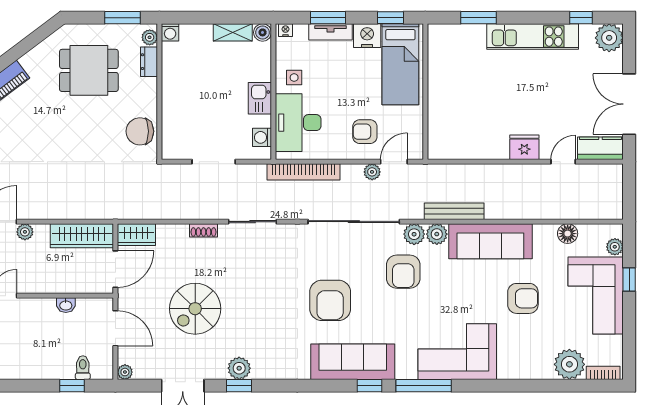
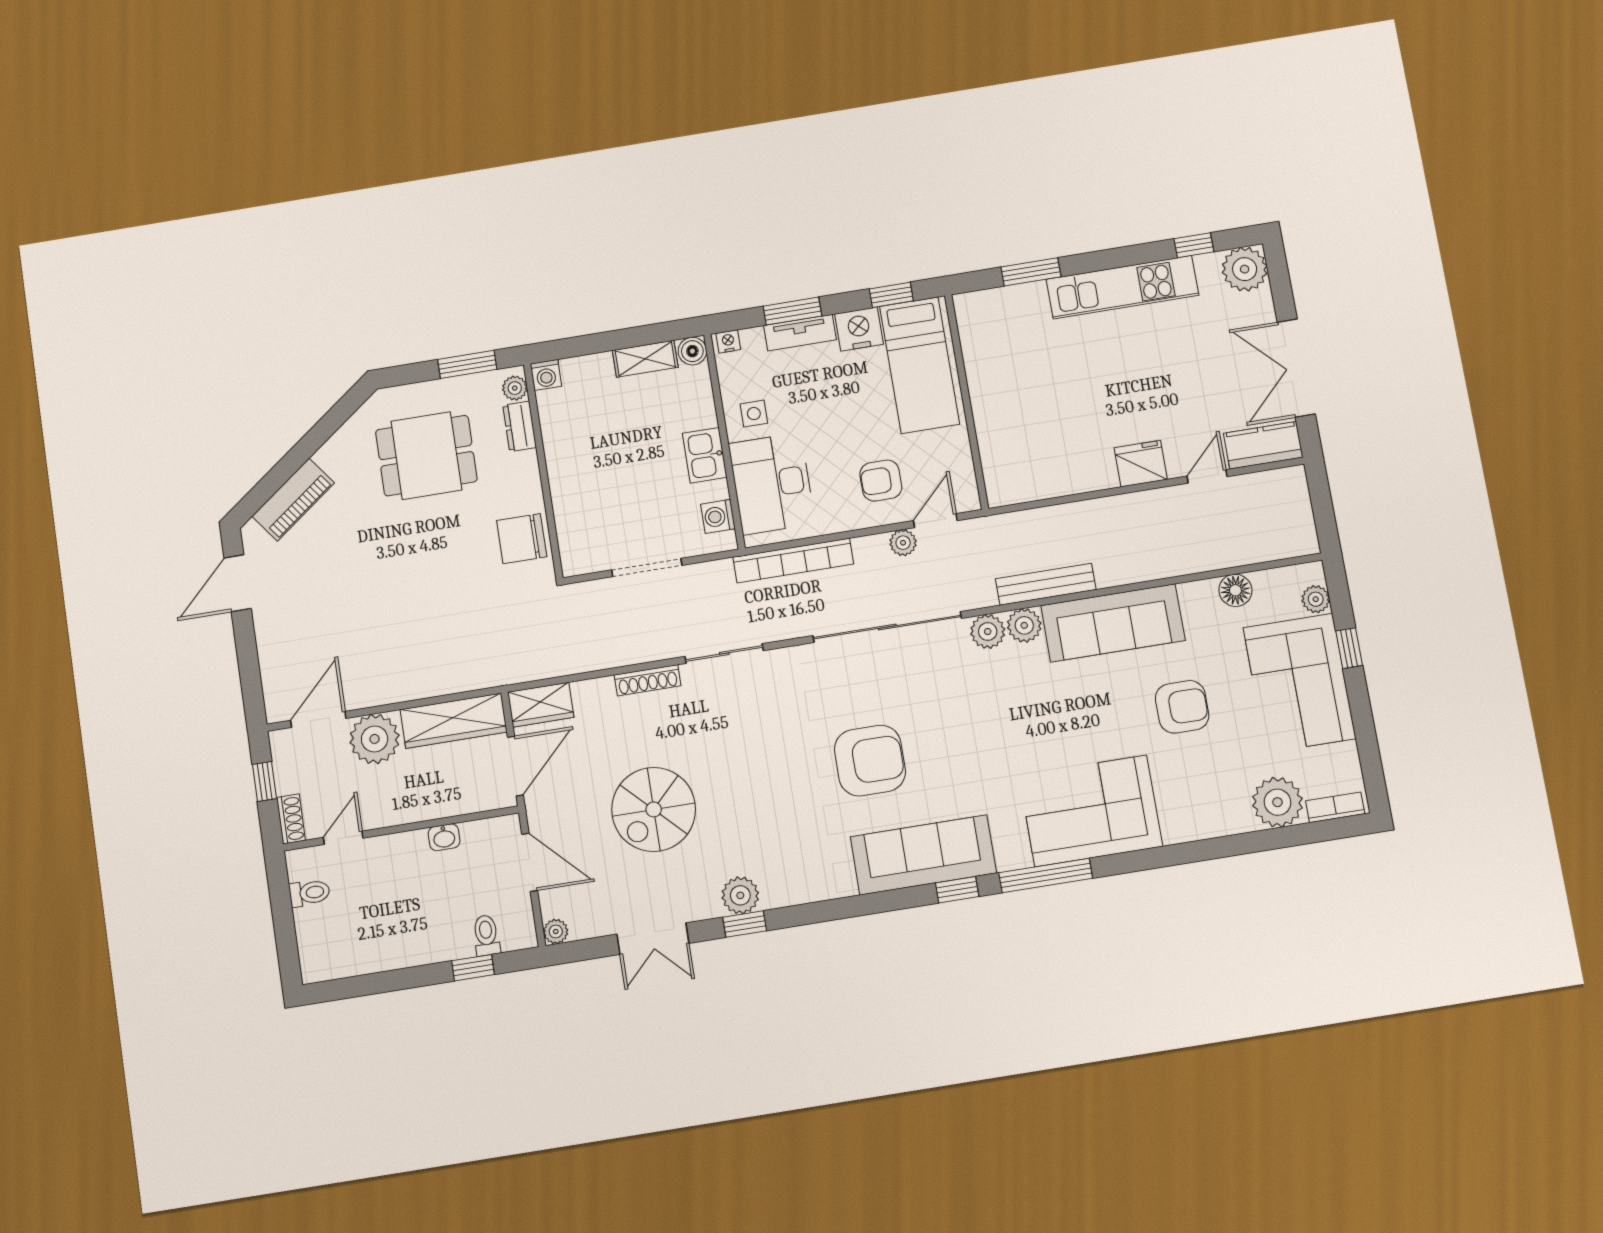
shoe rack: (204, 230) -> (648, 680), width x1.43
plant: (25, 232) -> (375, 739), width x1.88, depth x1.88
armchair: (403, 272) -> (980, 695), removed
armchair: (330, 300) -> (870, 761), turned -90

